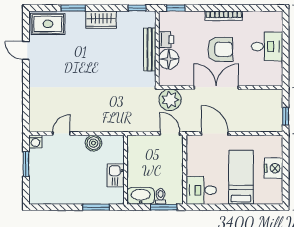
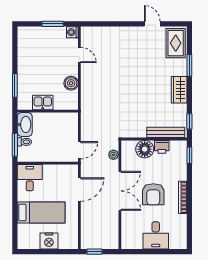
bench: (150, 49) -> (166, 132), moved
door: (26, 51) -> (152, 24), hinge flipped
plant: (170, 100) -> (113, 155), width x0.53, depth x0.53

